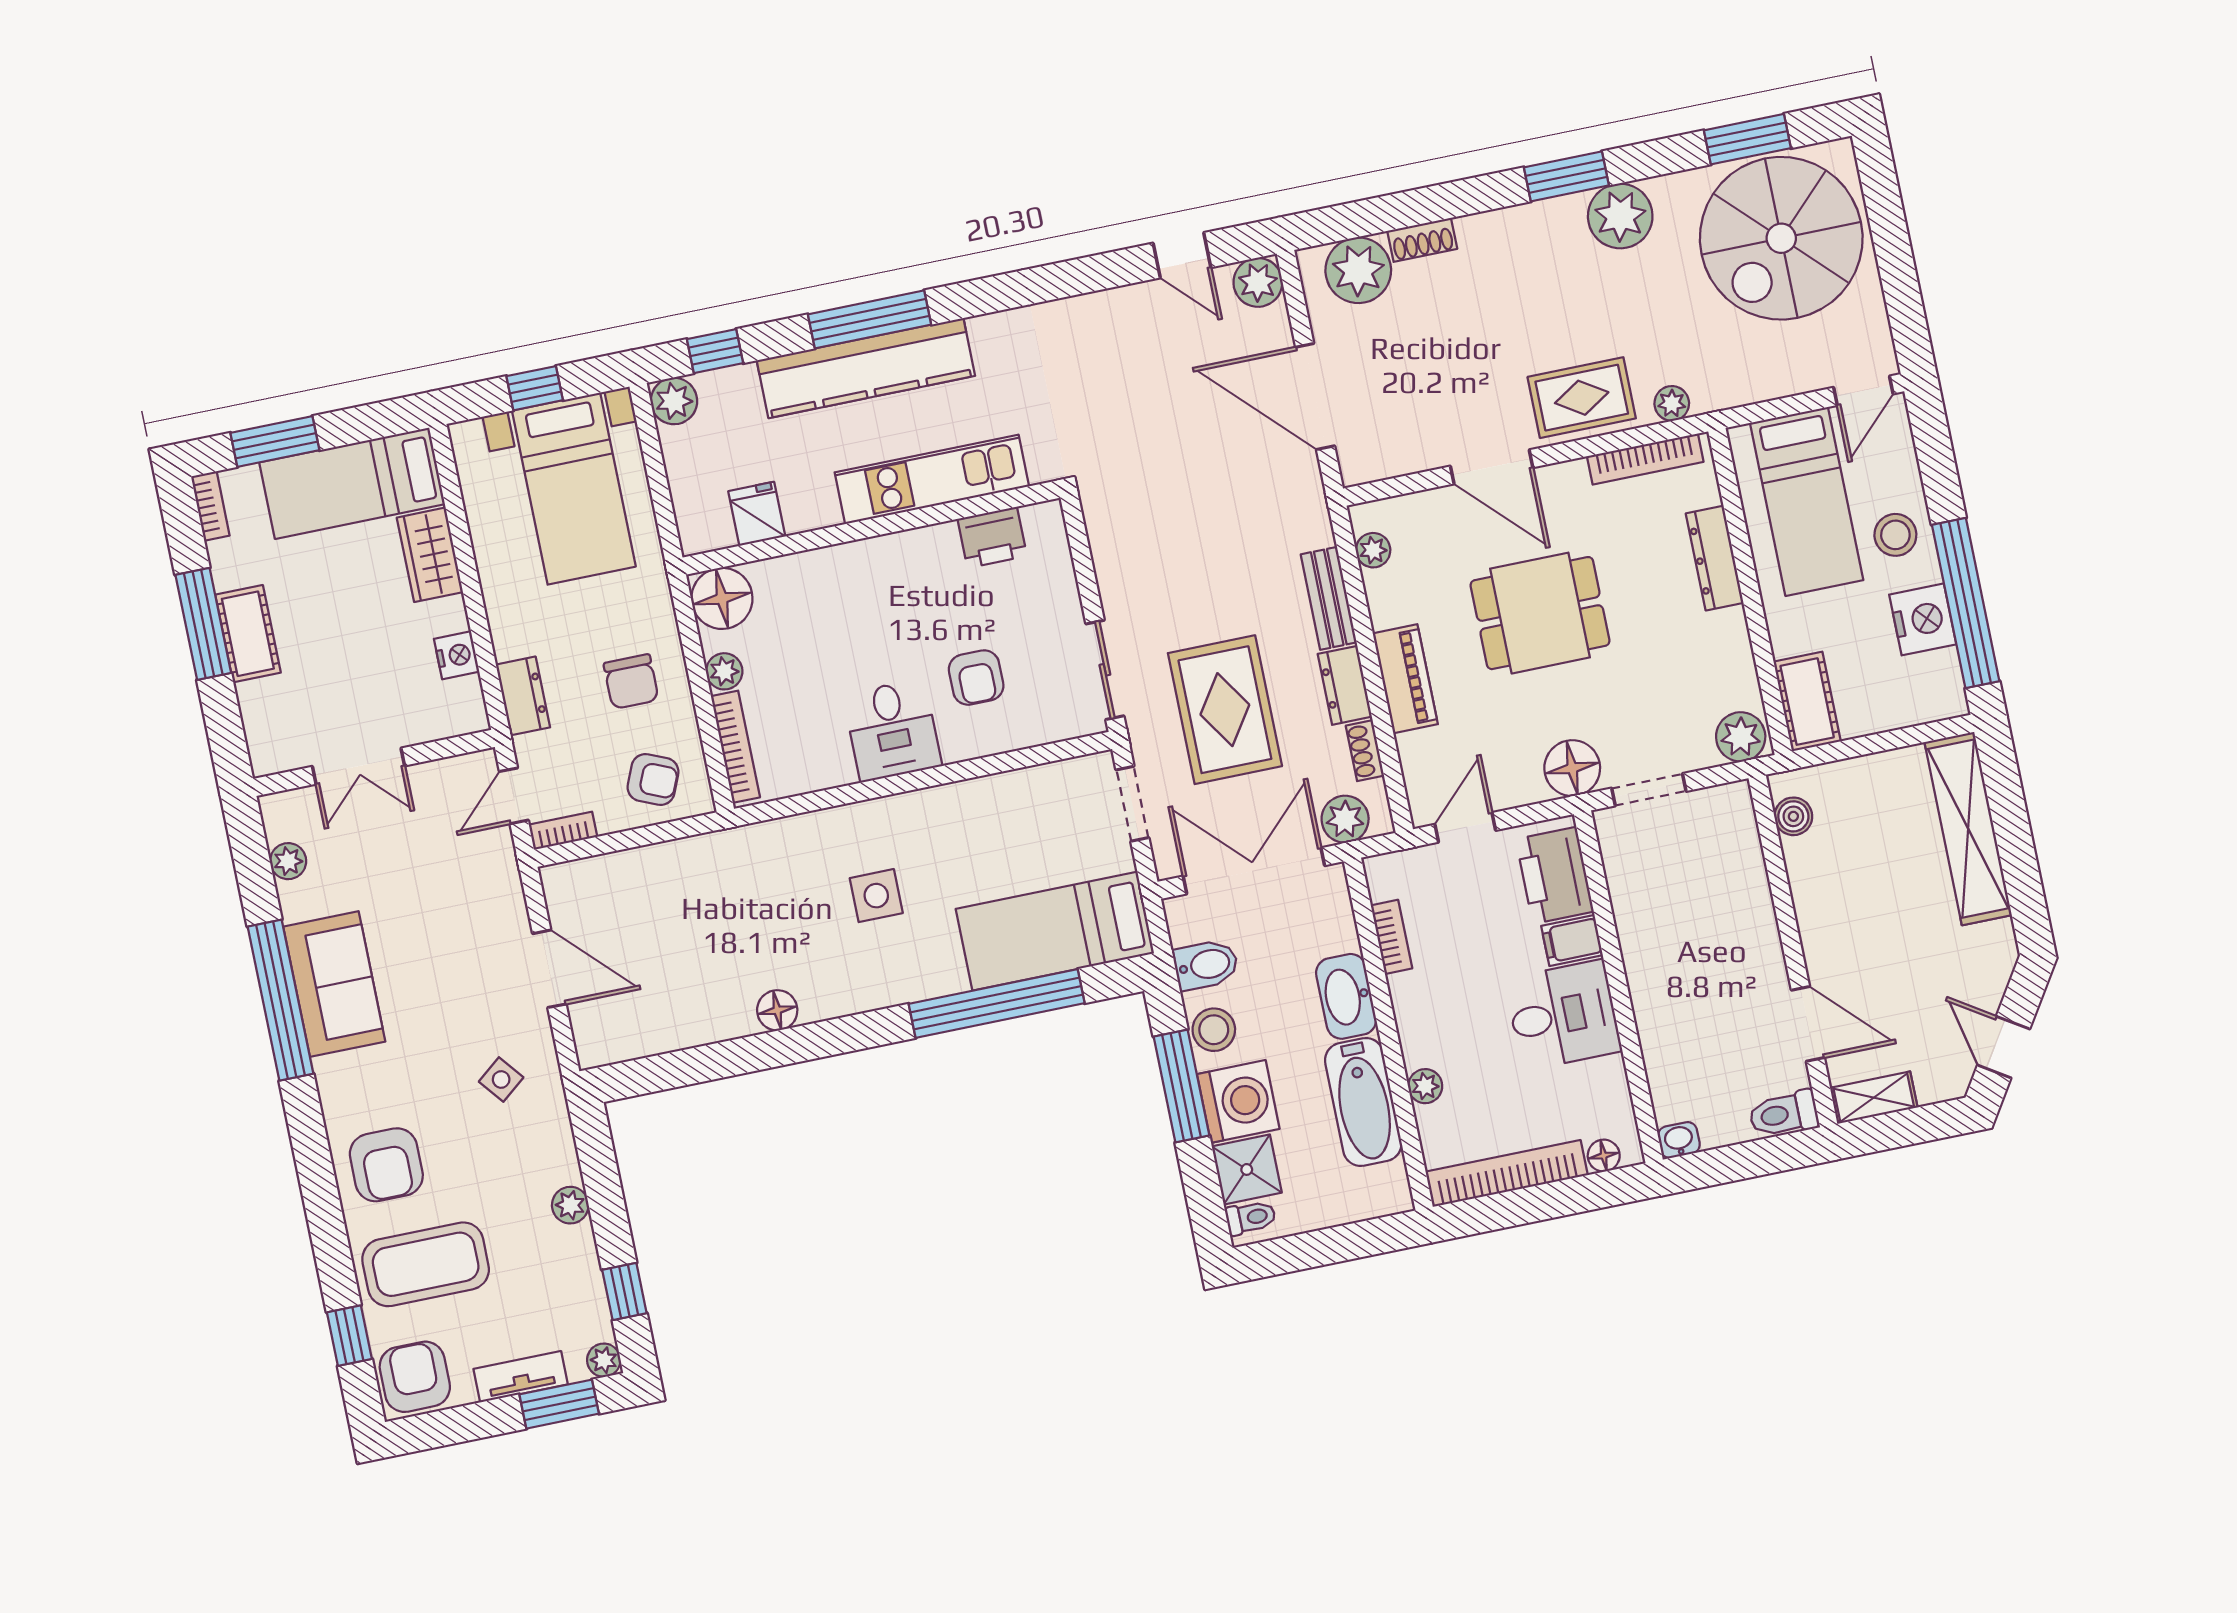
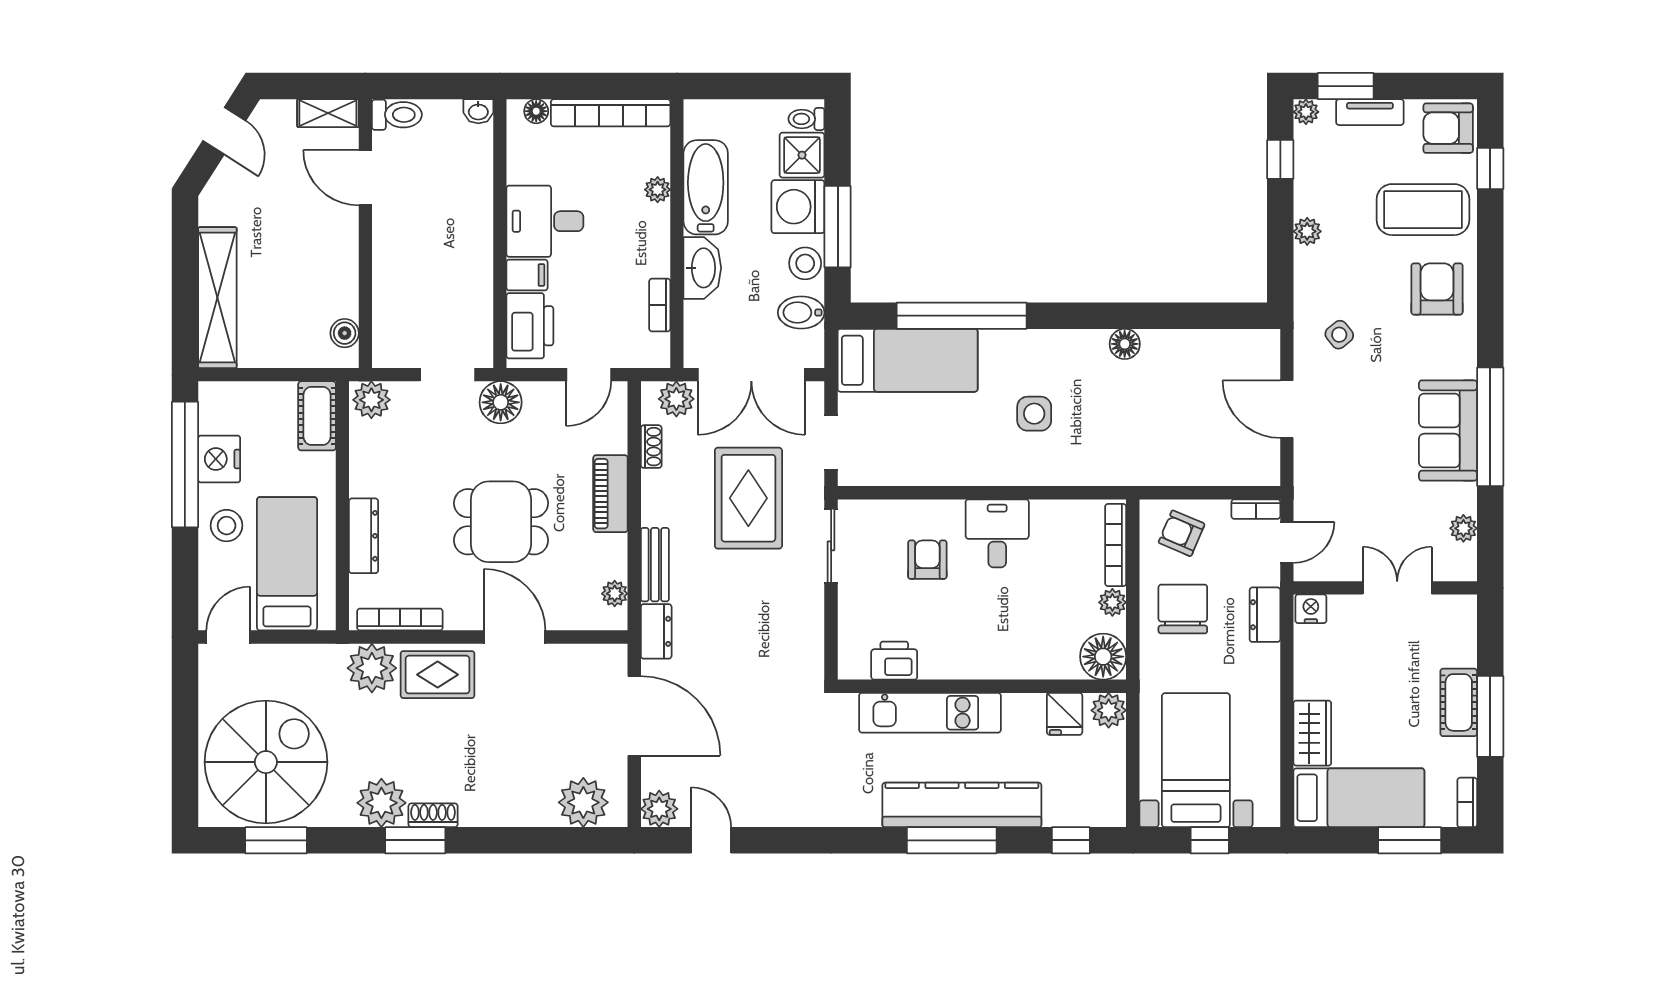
shoe rack: (1422, 240) -> (433, 815), moved
plant: (674, 401) -> (1109, 710), moved
plant: (1672, 403) -> (372, 668), width x1.88, depth x1.88
nightstand: (457, 655) -> (1311, 609), moved, turned 90
chair: (631, 682) -> (1183, 609), width x1.37, depth x1.37
dresser: (1345, 685) -> (656, 631), moved
armchair: (415, 1377) -> (1448, 128), turned 90

